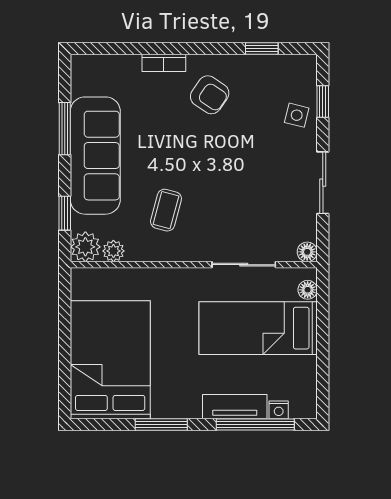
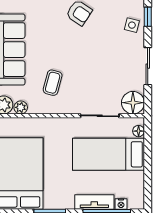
floor lamp: (307, 252) -> (133, 103), width x1.89, depth x1.89

